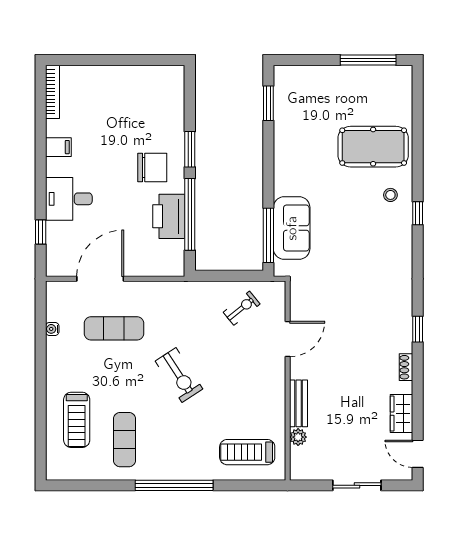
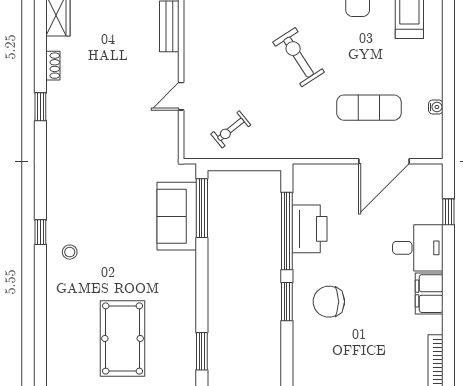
filing cabinet: (58, 147) -> (429, 294), width x2.00
pool table: (373, 147) -> (123, 338), moved, turned 90
chair: (152, 167) -> (329, 302), moved
door: (288, 339) -> (181, 96), width x0.73

